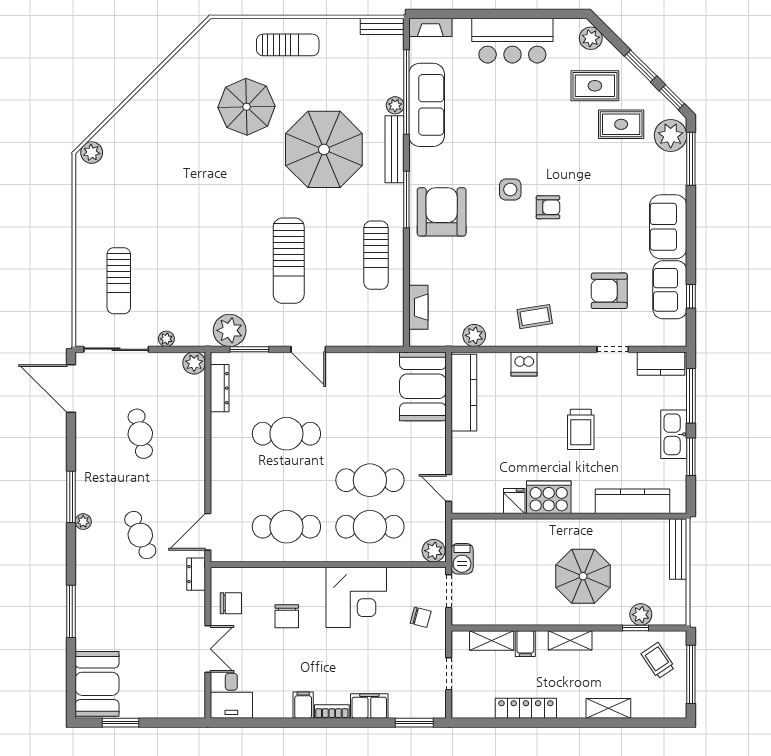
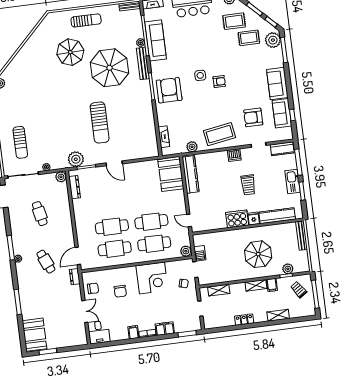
sun lounger: (376, 255) -> (141, 115), removed
coffee table: (535, 317) -> (220, 134), width x1.86, depth x1.72
dishwasher: (524, 364) -> (234, 155), moved
cafe table: (286, 434) -> (112, 227), moved
fridge: (514, 501) -> (254, 219), moved
filing cabinet: (525, 644) -> (272, 285), moved
locker: (526, 708) -> (244, 320), width x0.66

